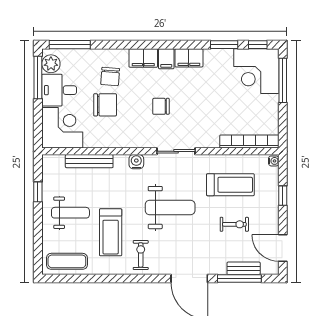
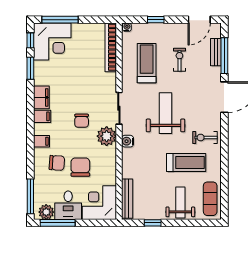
filing cabinet: (143, 58) -> (42, 141), width x0.50
plant: (142, 136) -> (107, 136), added
bench: (89, 161) -> (127, 199), moved
weight bench: (70, 213) -> (180, 202), moved

